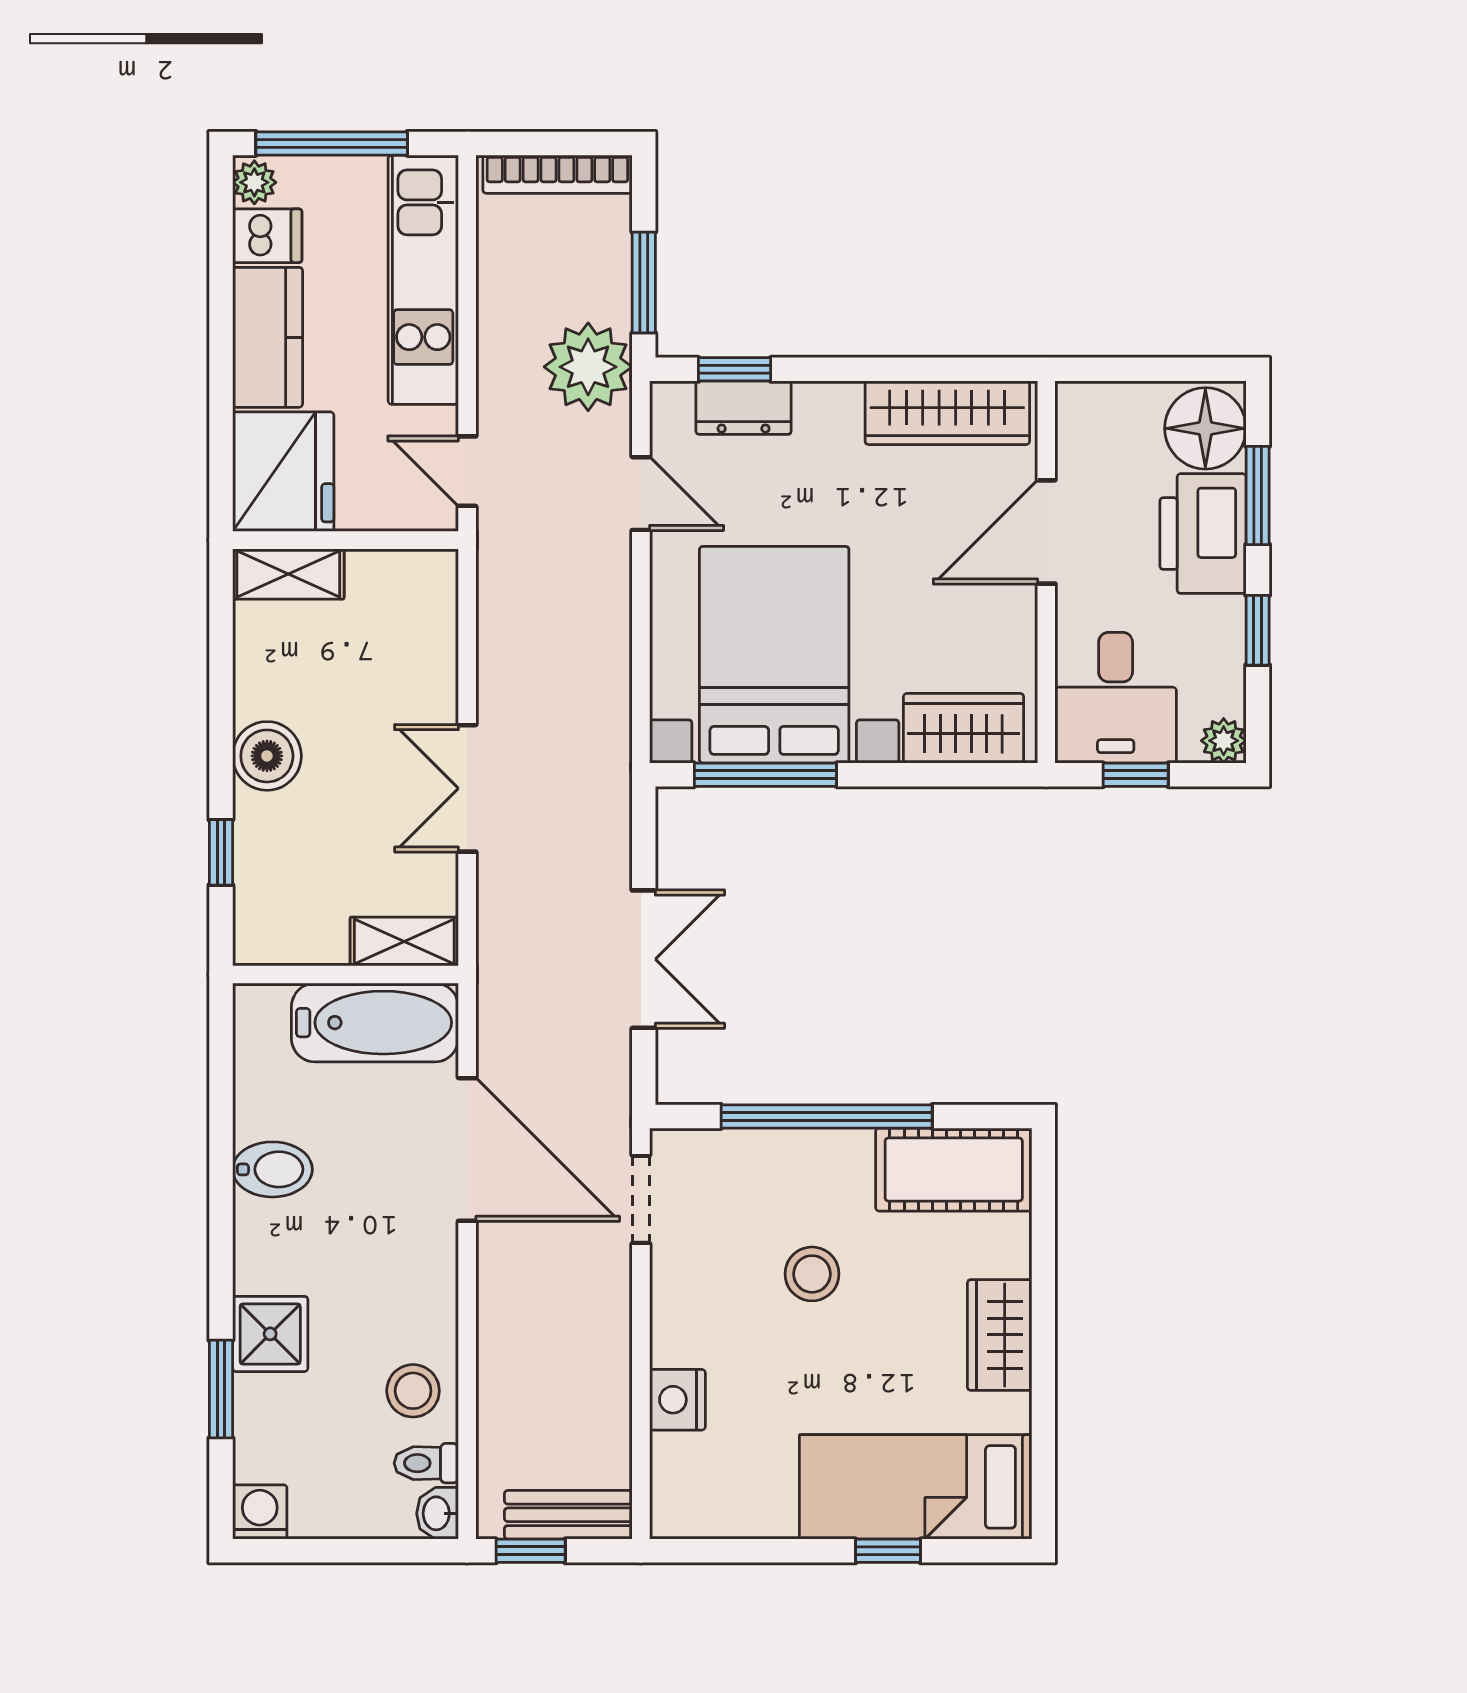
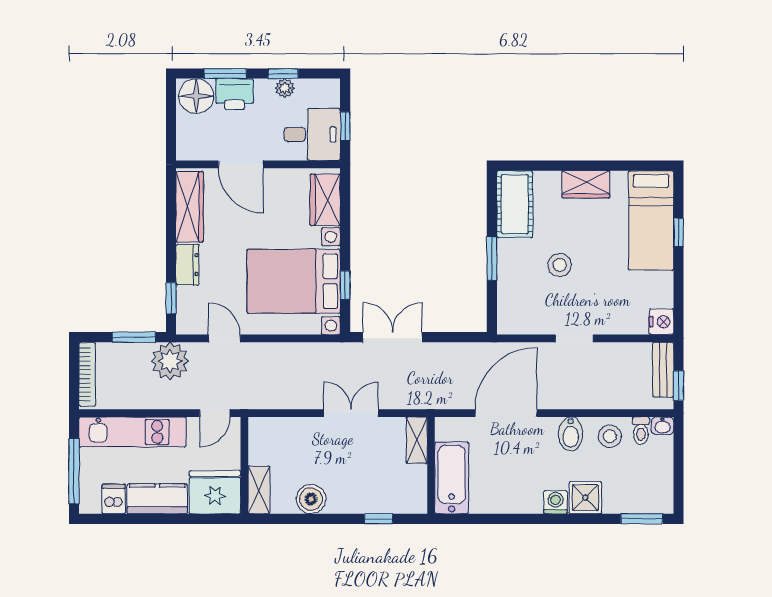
plant: (254, 182) -> (91, 504), removed
dresser: (744, 408) -> (187, 265), moved
door: (641, 494) -> (224, 338), hinge flipped
printer: (1203, 534) -> (235, 94), width x0.73, depth x0.84
plant: (1224, 741) -> (285, 88), moved
boiler: (267, 756) -> (311, 499), moved
window: (765, 775) -> (345, 285), width x0.46
double door: (467, 788) -> (351, 413), swing flipped
double door: (644, 959) -> (392, 337), moved
bathtub: (375, 1023) -> (452, 478), moved
window: (827, 1116) -> (492, 259), width x0.47
bidet: (272, 1169) -> (571, 434), moved, turned 180
doorway: (641, 1199) -> (574, 338), moved
window: (221, 1389) -> (642, 519), moved
nightstand: (677, 1400) -> (662, 322), moved, turned -90
washing machine: (260, 1512) -> (556, 502), moved, turned 90

